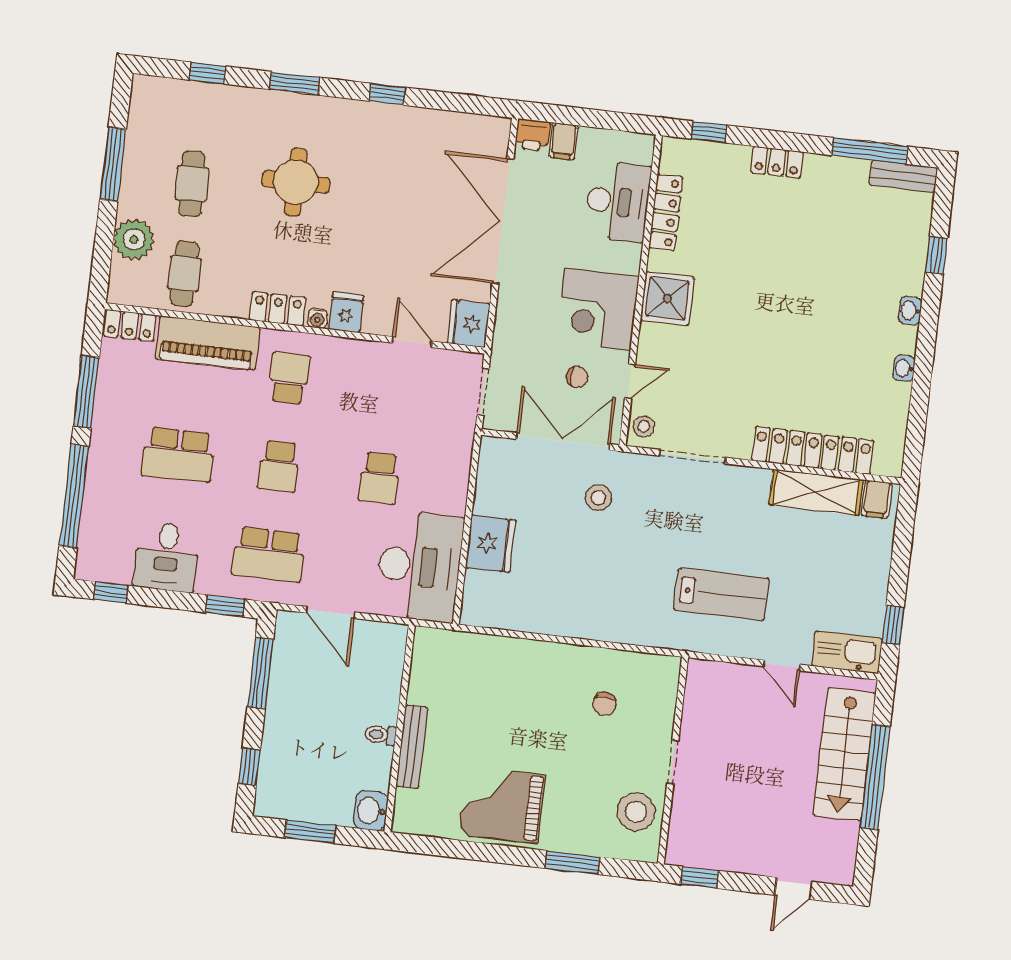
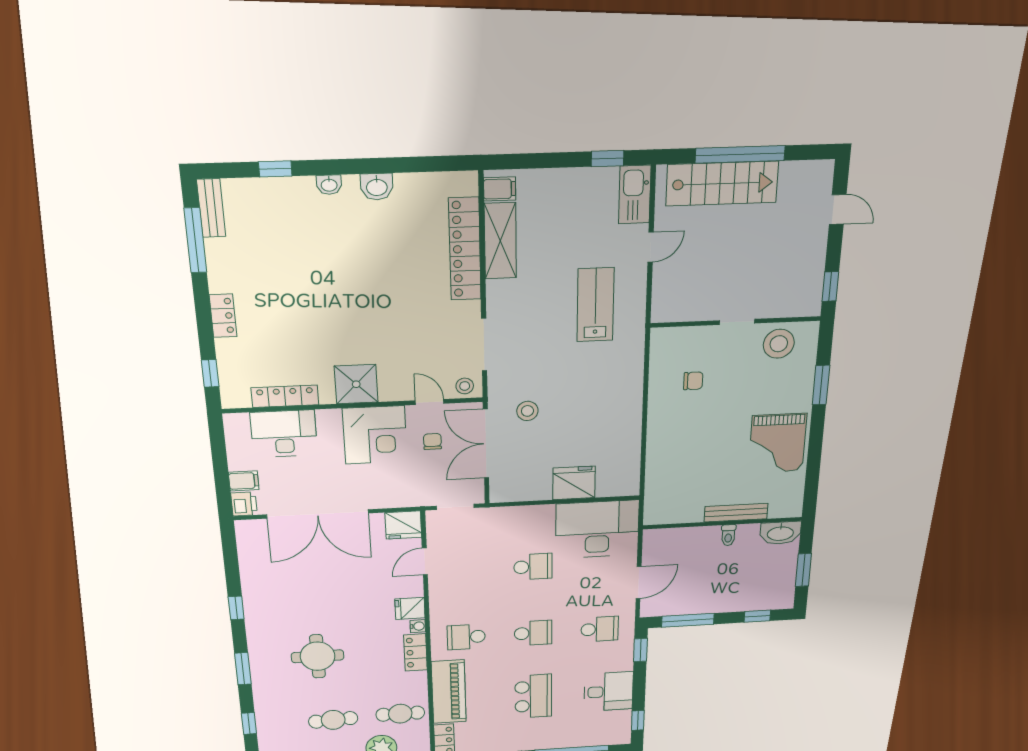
washbasin: (904, 368) -> (377, 187), width x1.38, depth x1.45
school desk: (268, 554) -> (600, 629), width x0.54
washbasin: (371, 811) -> (780, 533), width x1.38

